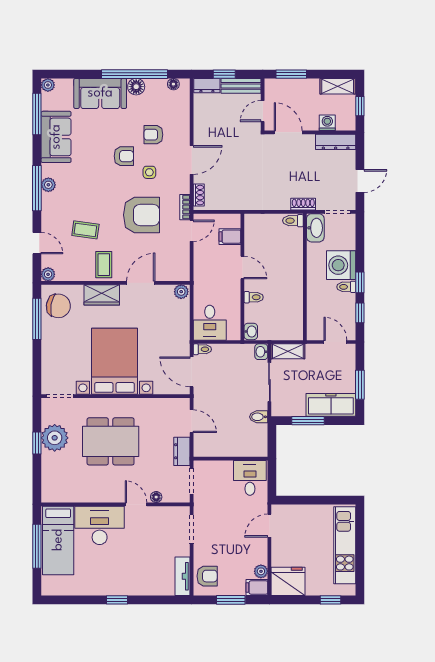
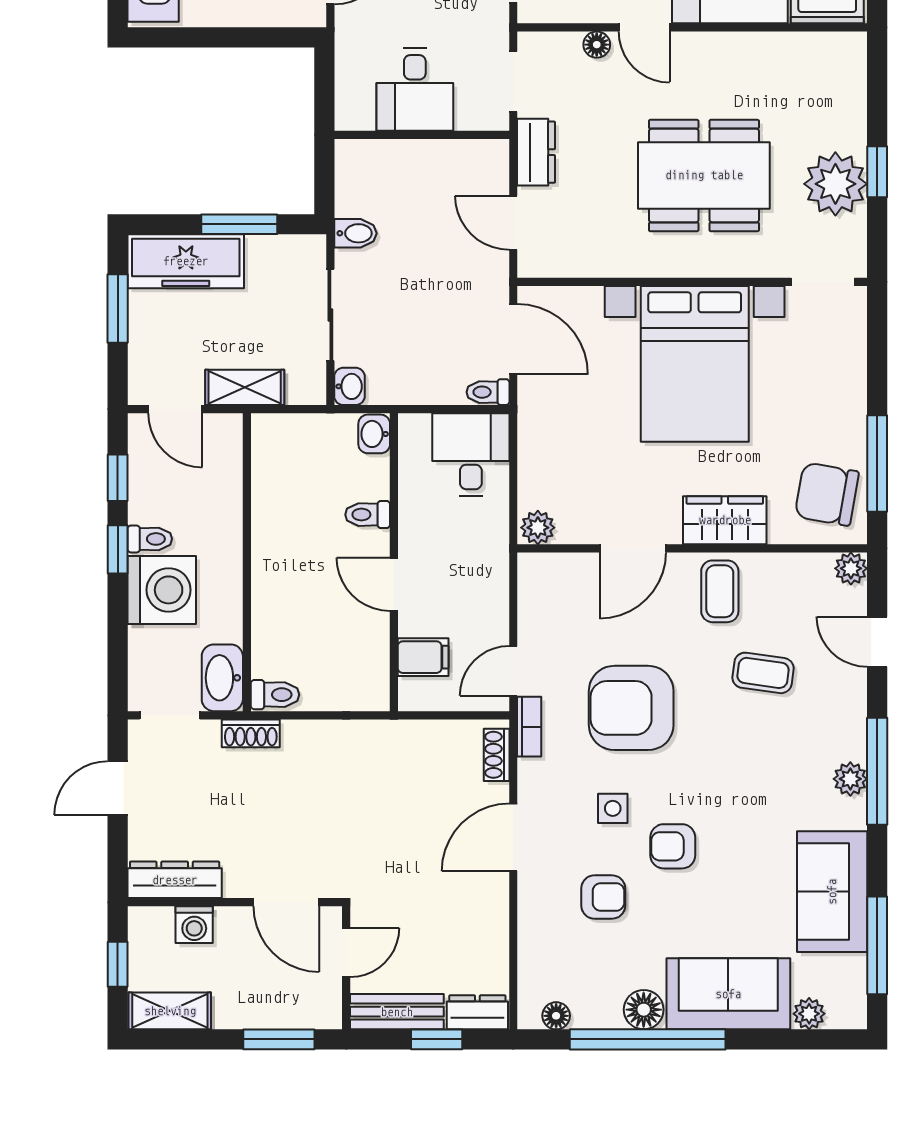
plant: (48, 85) -> (809, 1014), moved
shelving: (288, 351) -> (245, 387), moved
desk: (250, 478) -> (415, 90), moved

